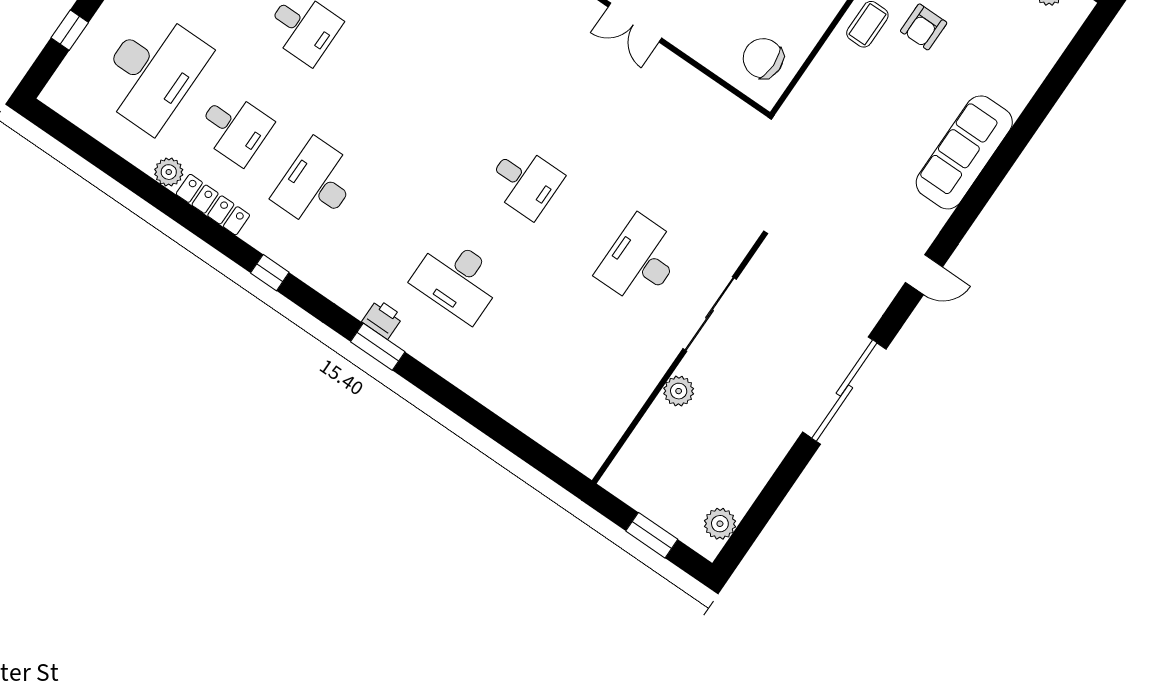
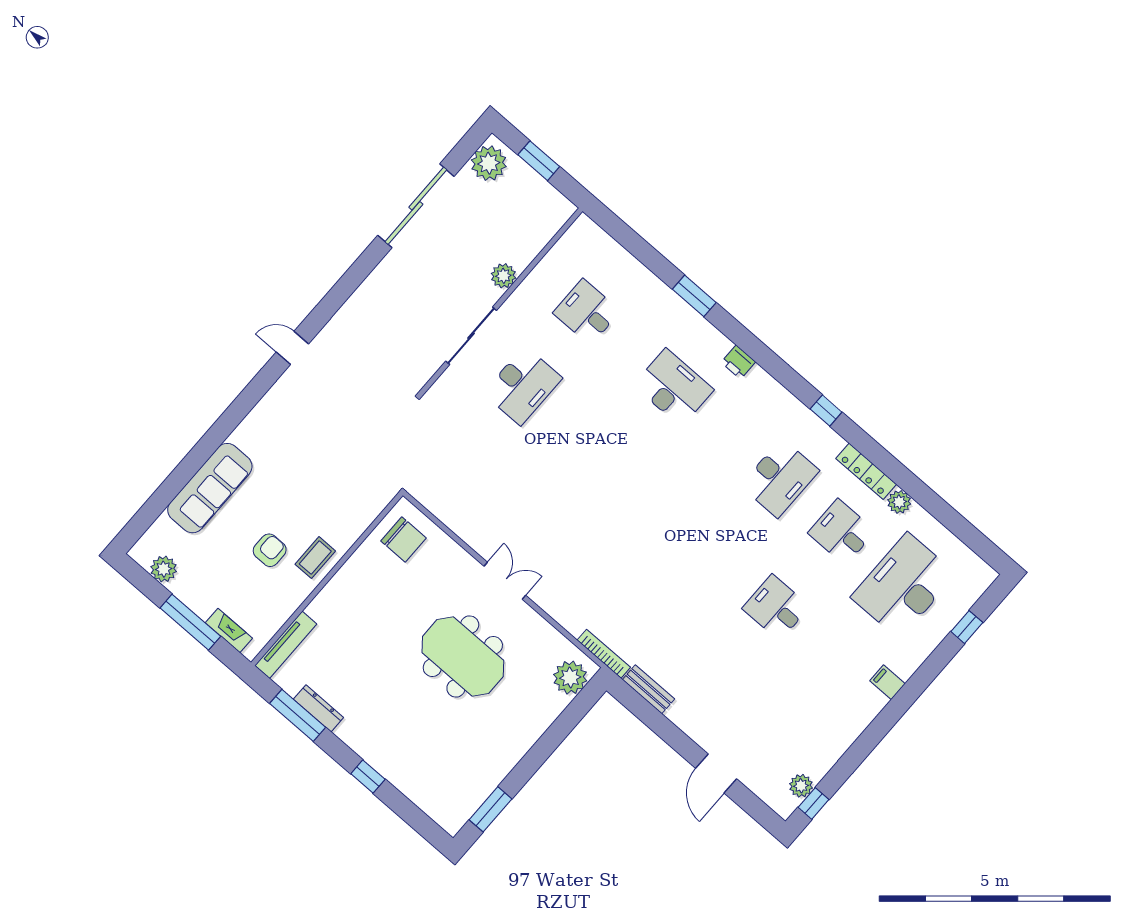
sofa: (964, 152) -> (210, 488), moved
desk: (525, 182) -> (587, 312), moved
window: (378, 347) -> (694, 296), moved
sliding door: (844, 391) -> (416, 206), moved
plant: (720, 524) -> (489, 163), width x1.36, depth x1.36

